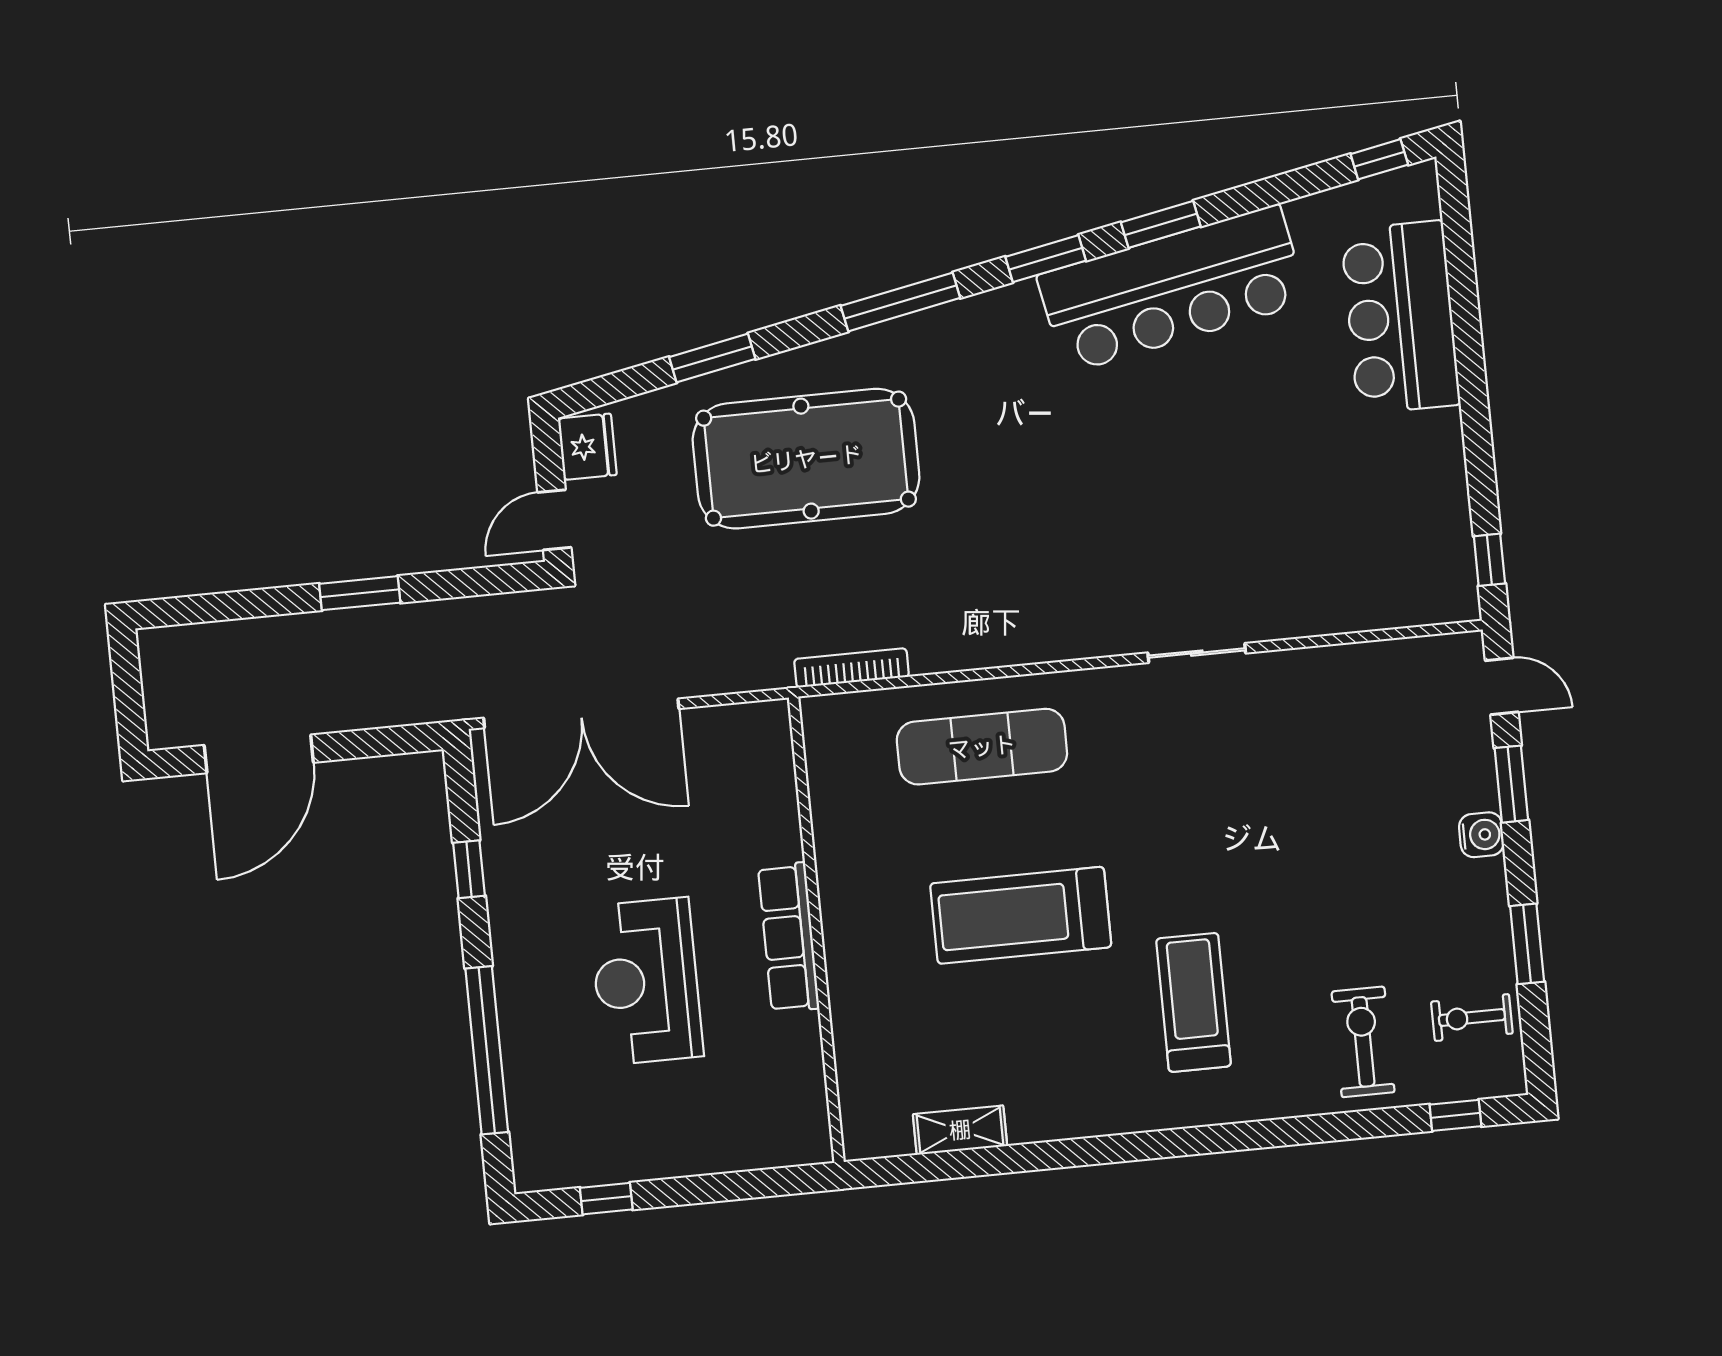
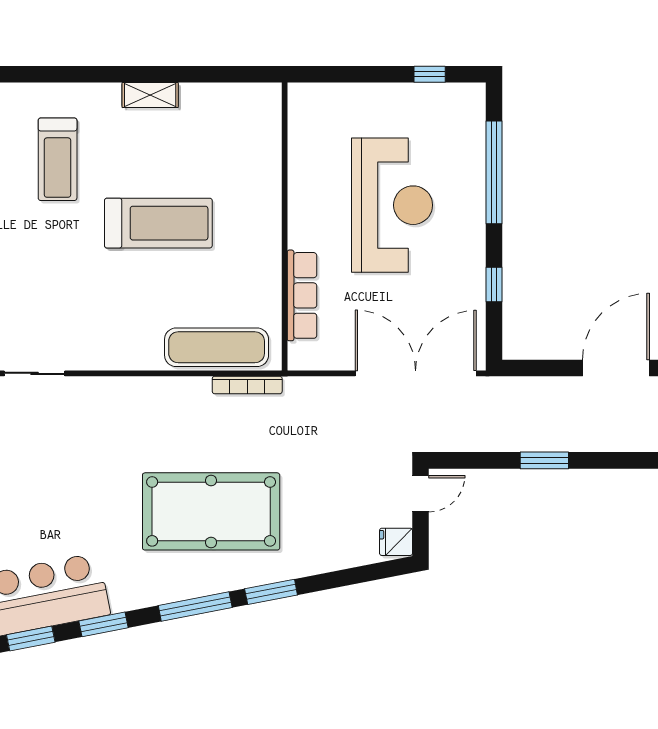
window: (712, 358) -> (271, 592), moved
fridge: (587, 447) -> (396, 542), width x0.72
pool table: (806, 459) -> (211, 511), moved
exercise mat: (982, 747) -> (217, 347), moved
row of seats: (789, 937) -> (302, 295), moved
reception desk: (646, 981) -> (392, 205), width x1.36, depth x1.30
shelving: (960, 1130) -> (150, 95), moved

